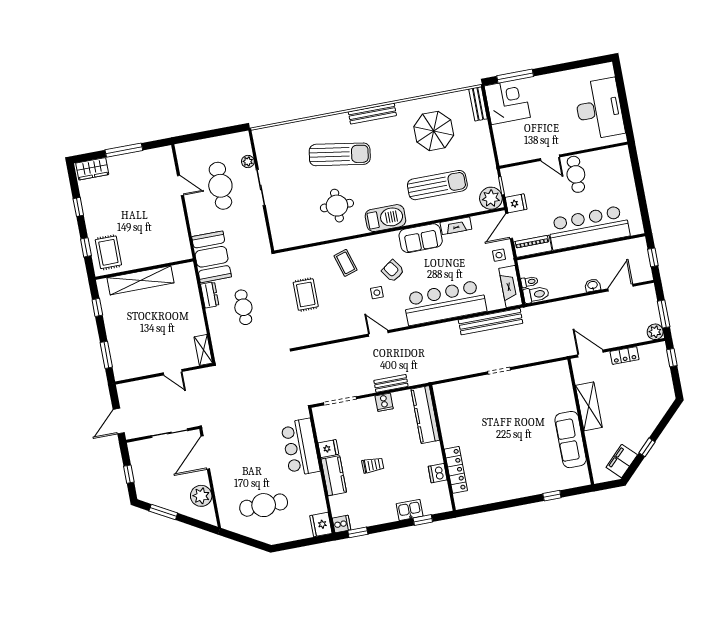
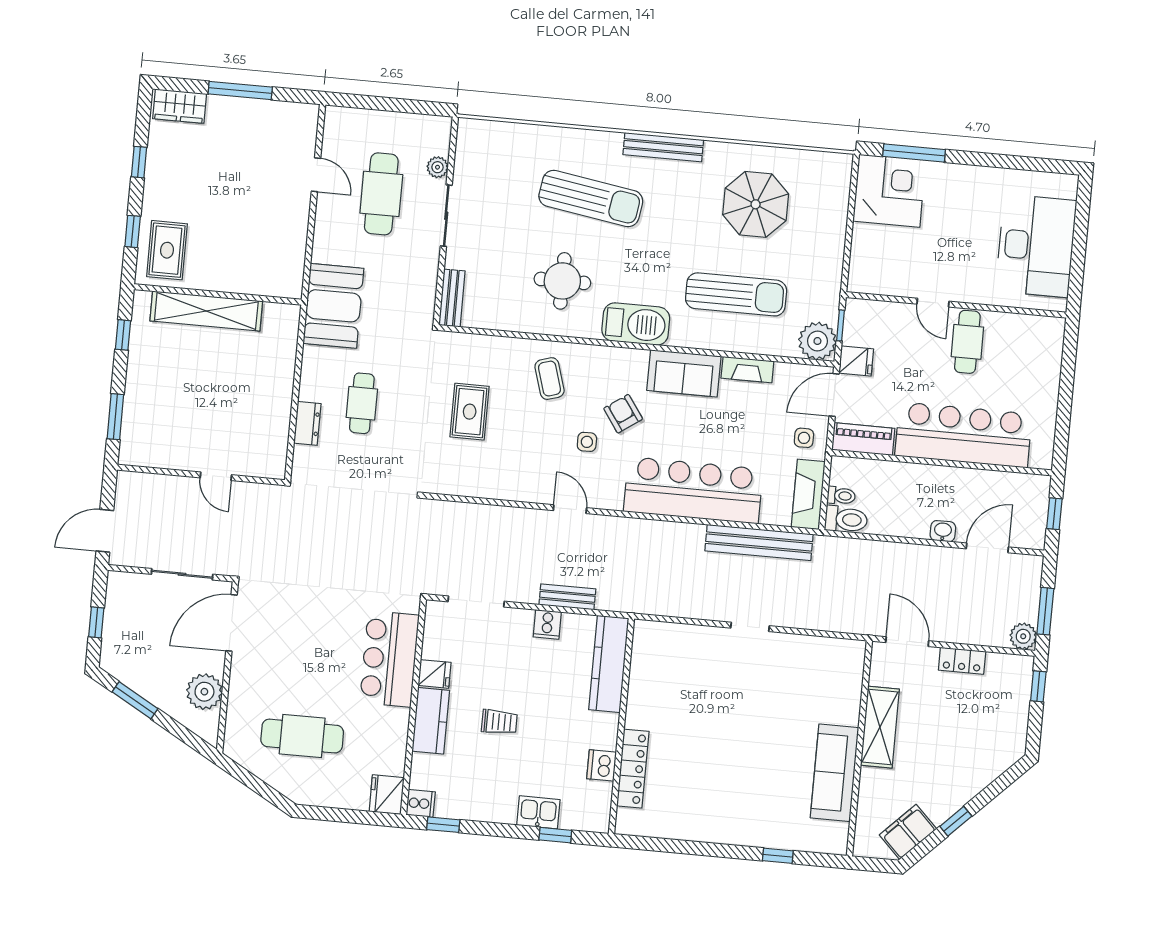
bench: (478, 104) -> (452, 298), moved
dresser: (210, 295) -> (307, 423), moved
shelving: (203, 350) -> (276, 454), removed

